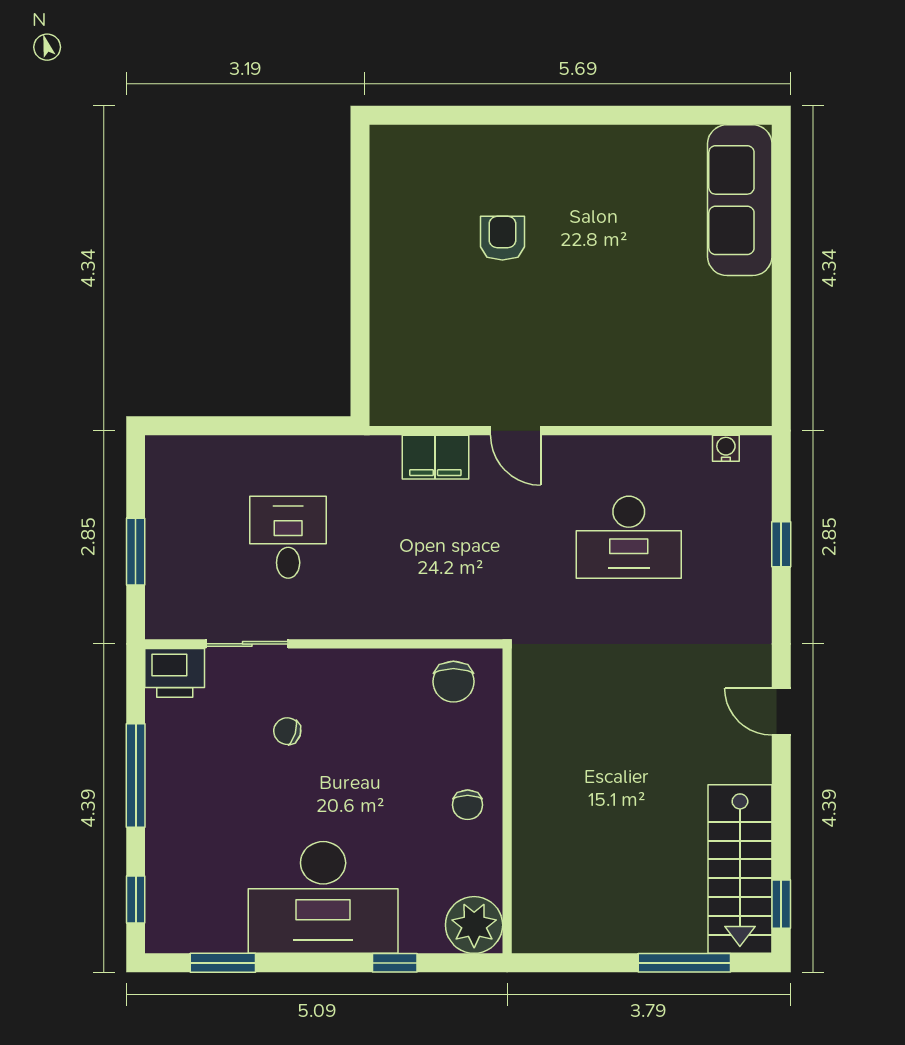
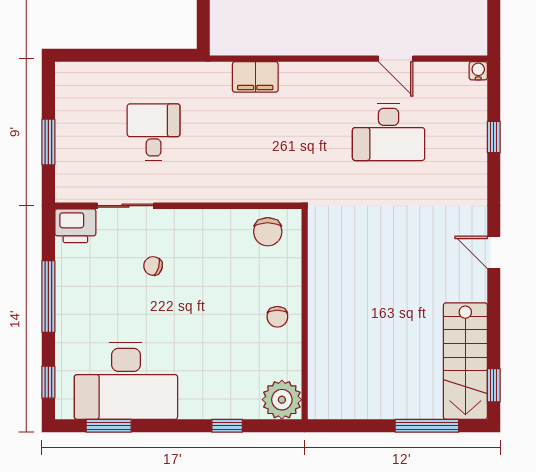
door: (515, 431) -> (396, 59), moved
water cooler: (726, 448) -> (478, 71), moved
desk: (323, 897) -> (126, 381), moved

